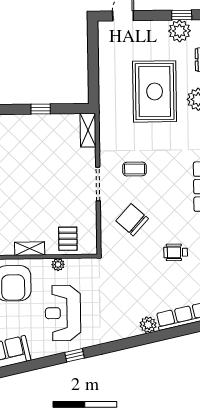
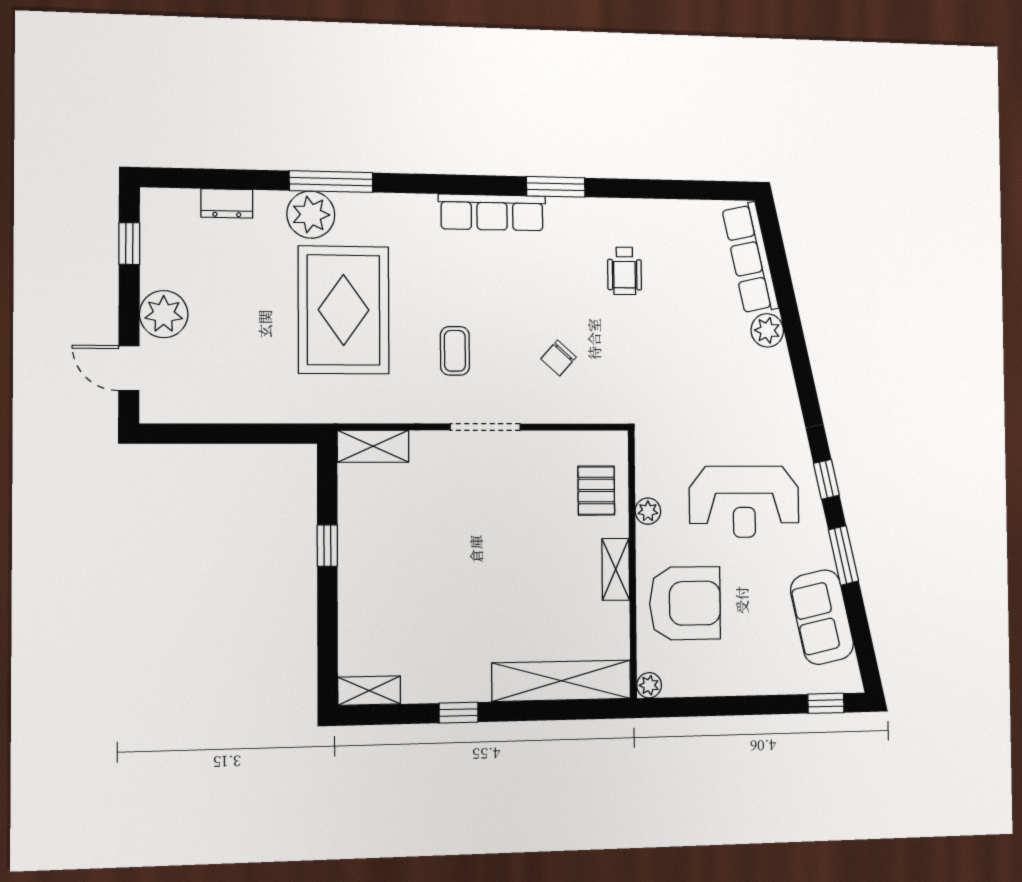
plant: (180, 31) -> (164, 314), moved
rug: (155, 91) -> (344, 310), moved, turned 90
chair: (132, 220) -> (559, 358), width x0.54, depth x0.54
pallet: (68, 239) -> (596, 491), turned 90
window: (37, 364) -> (843, 555), added

